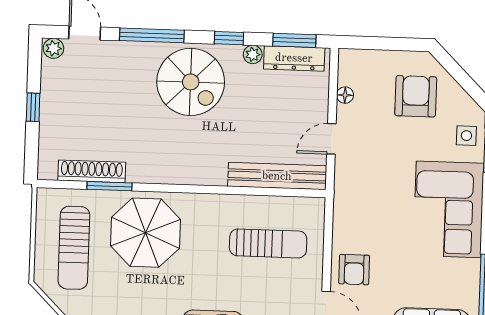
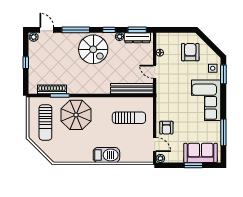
door: (331, 139) -> (155, 72), hinge flipped

